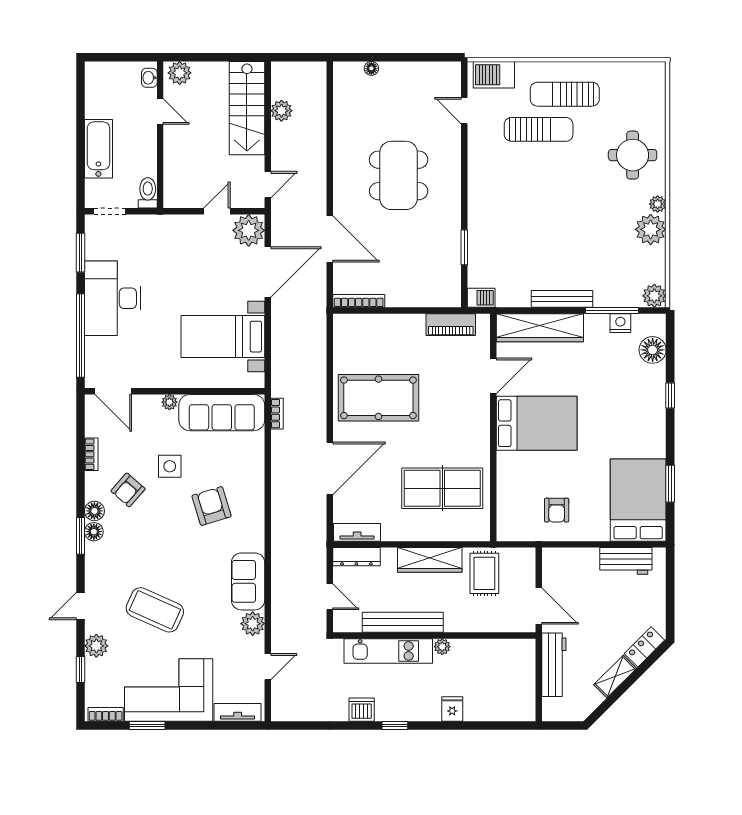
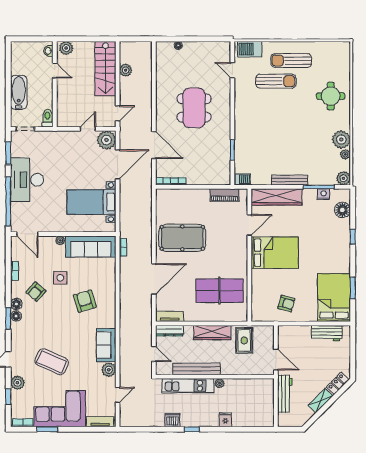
plant: (658, 204) -> (345, 154), moved
armchair: (557, 510) -> (286, 303), turned -75

